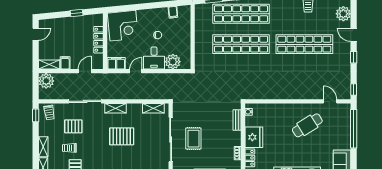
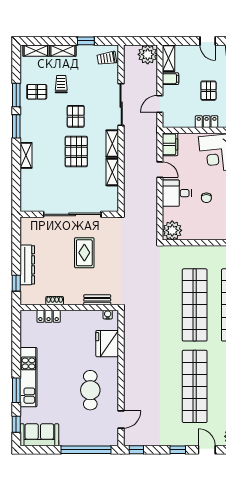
pallet: (74, 33) -> (208, 91), added
door: (354, 35) -> (207, 450), hinge flipped
locker: (98, 40) -> (207, 122), width x0.66
plant: (173, 62) -> (172, 230), moved
door: (85, 71) -> (160, 104), swing flipped
shelving: (153, 108) -> (112, 172), moved
window: (36, 115) -> (86, 41), moved
cafe table: (307, 125) -> (90, 390), turned 32
pallet: (73, 126) -> (76, 116), moved
fridge: (254, 137) -> (107, 344), moved, turned 90
rug: (193, 139) -> (84, 253), moved, turned 90

